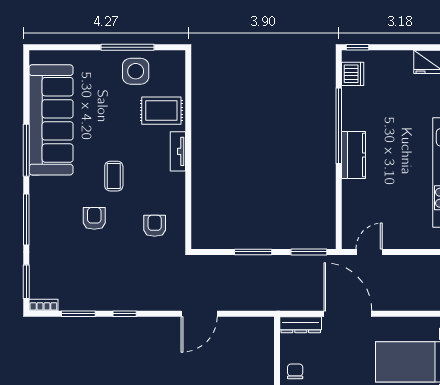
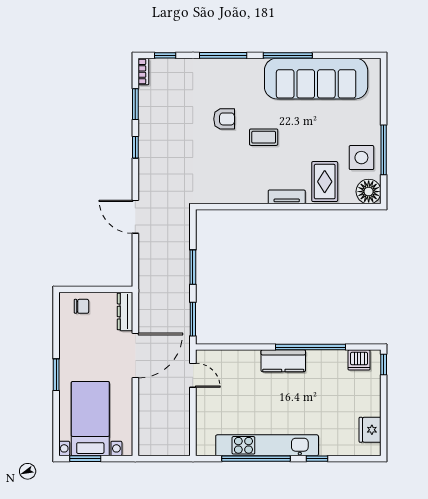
floor lamp: (172, 64) -> (369, 192), added
armchair: (155, 226) -> (217, 175), removed
window: (26, 282) -> (165, 55), width x0.67

